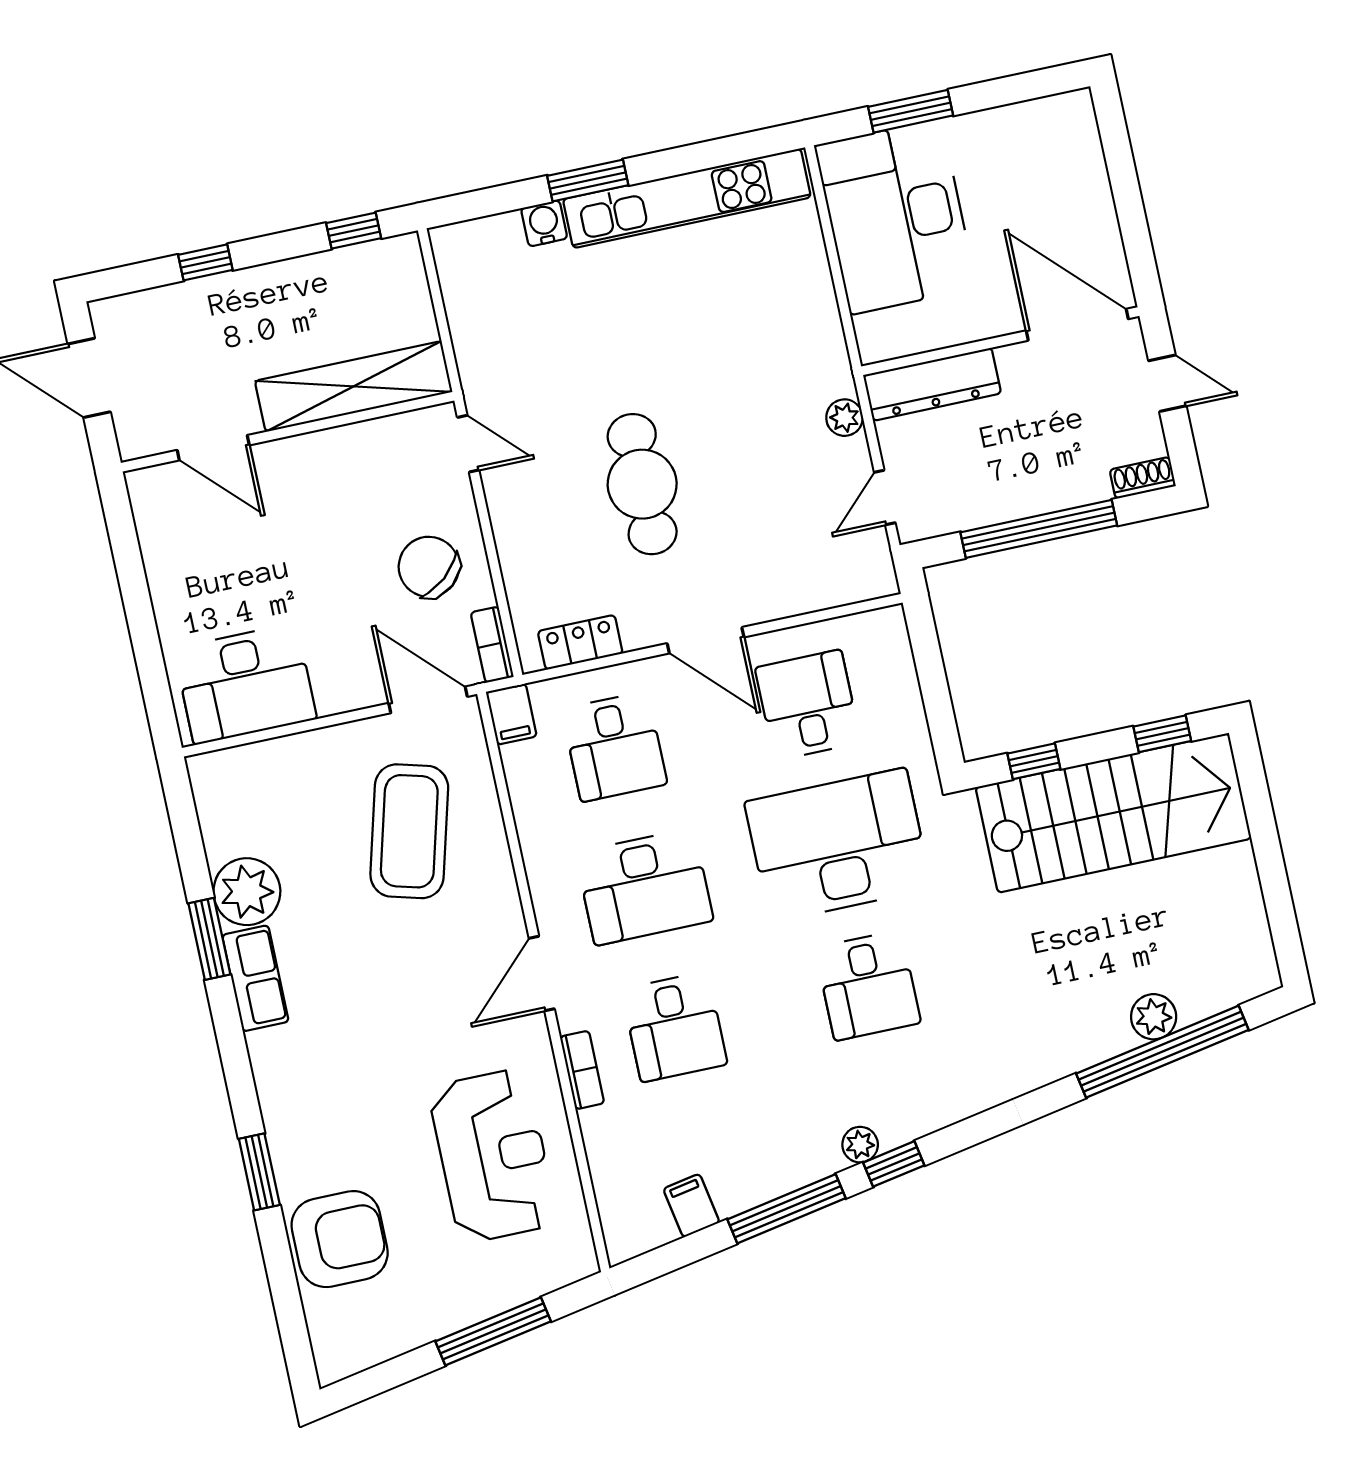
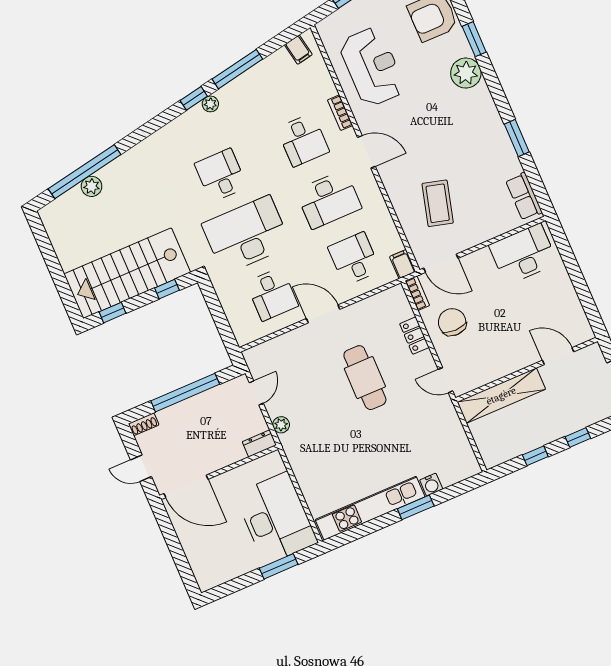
window: (354, 231) -> (535, 456), moved
dresser: (932, 384) -> (259, 443), width x0.51, depth x0.80
chair: (429, 567) -> (452, 322), turned -140
locker: (580, 642) -> (414, 336), moved, turned 90
coffee table: (409, 831) -> (438, 203), width x0.73, depth x0.76
desk: (838, 845) -> (246, 235), turned 180
desk: (644, 887) -> (329, 199), turned 180
plant: (247, 892) -> (466, 73), moved
door: (542, 974) -> (366, 152), hinge flipped
row of seats: (255, 978) -> (524, 196), moved
desk: (674, 1027) -> (303, 140), turned 180
reception desk: (493, 1156) -> (372, 67), turned 180
filing cabinet: (691, 1206) -> (298, 50), moved

